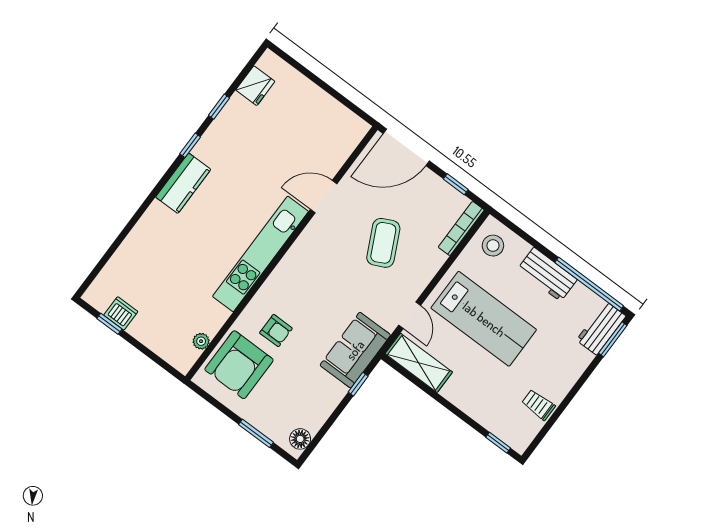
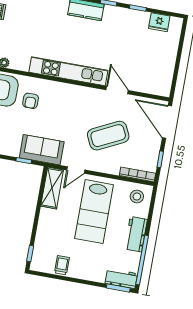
coffee table: (383, 243) -> (108, 136), width x1.36, depth x1.32

